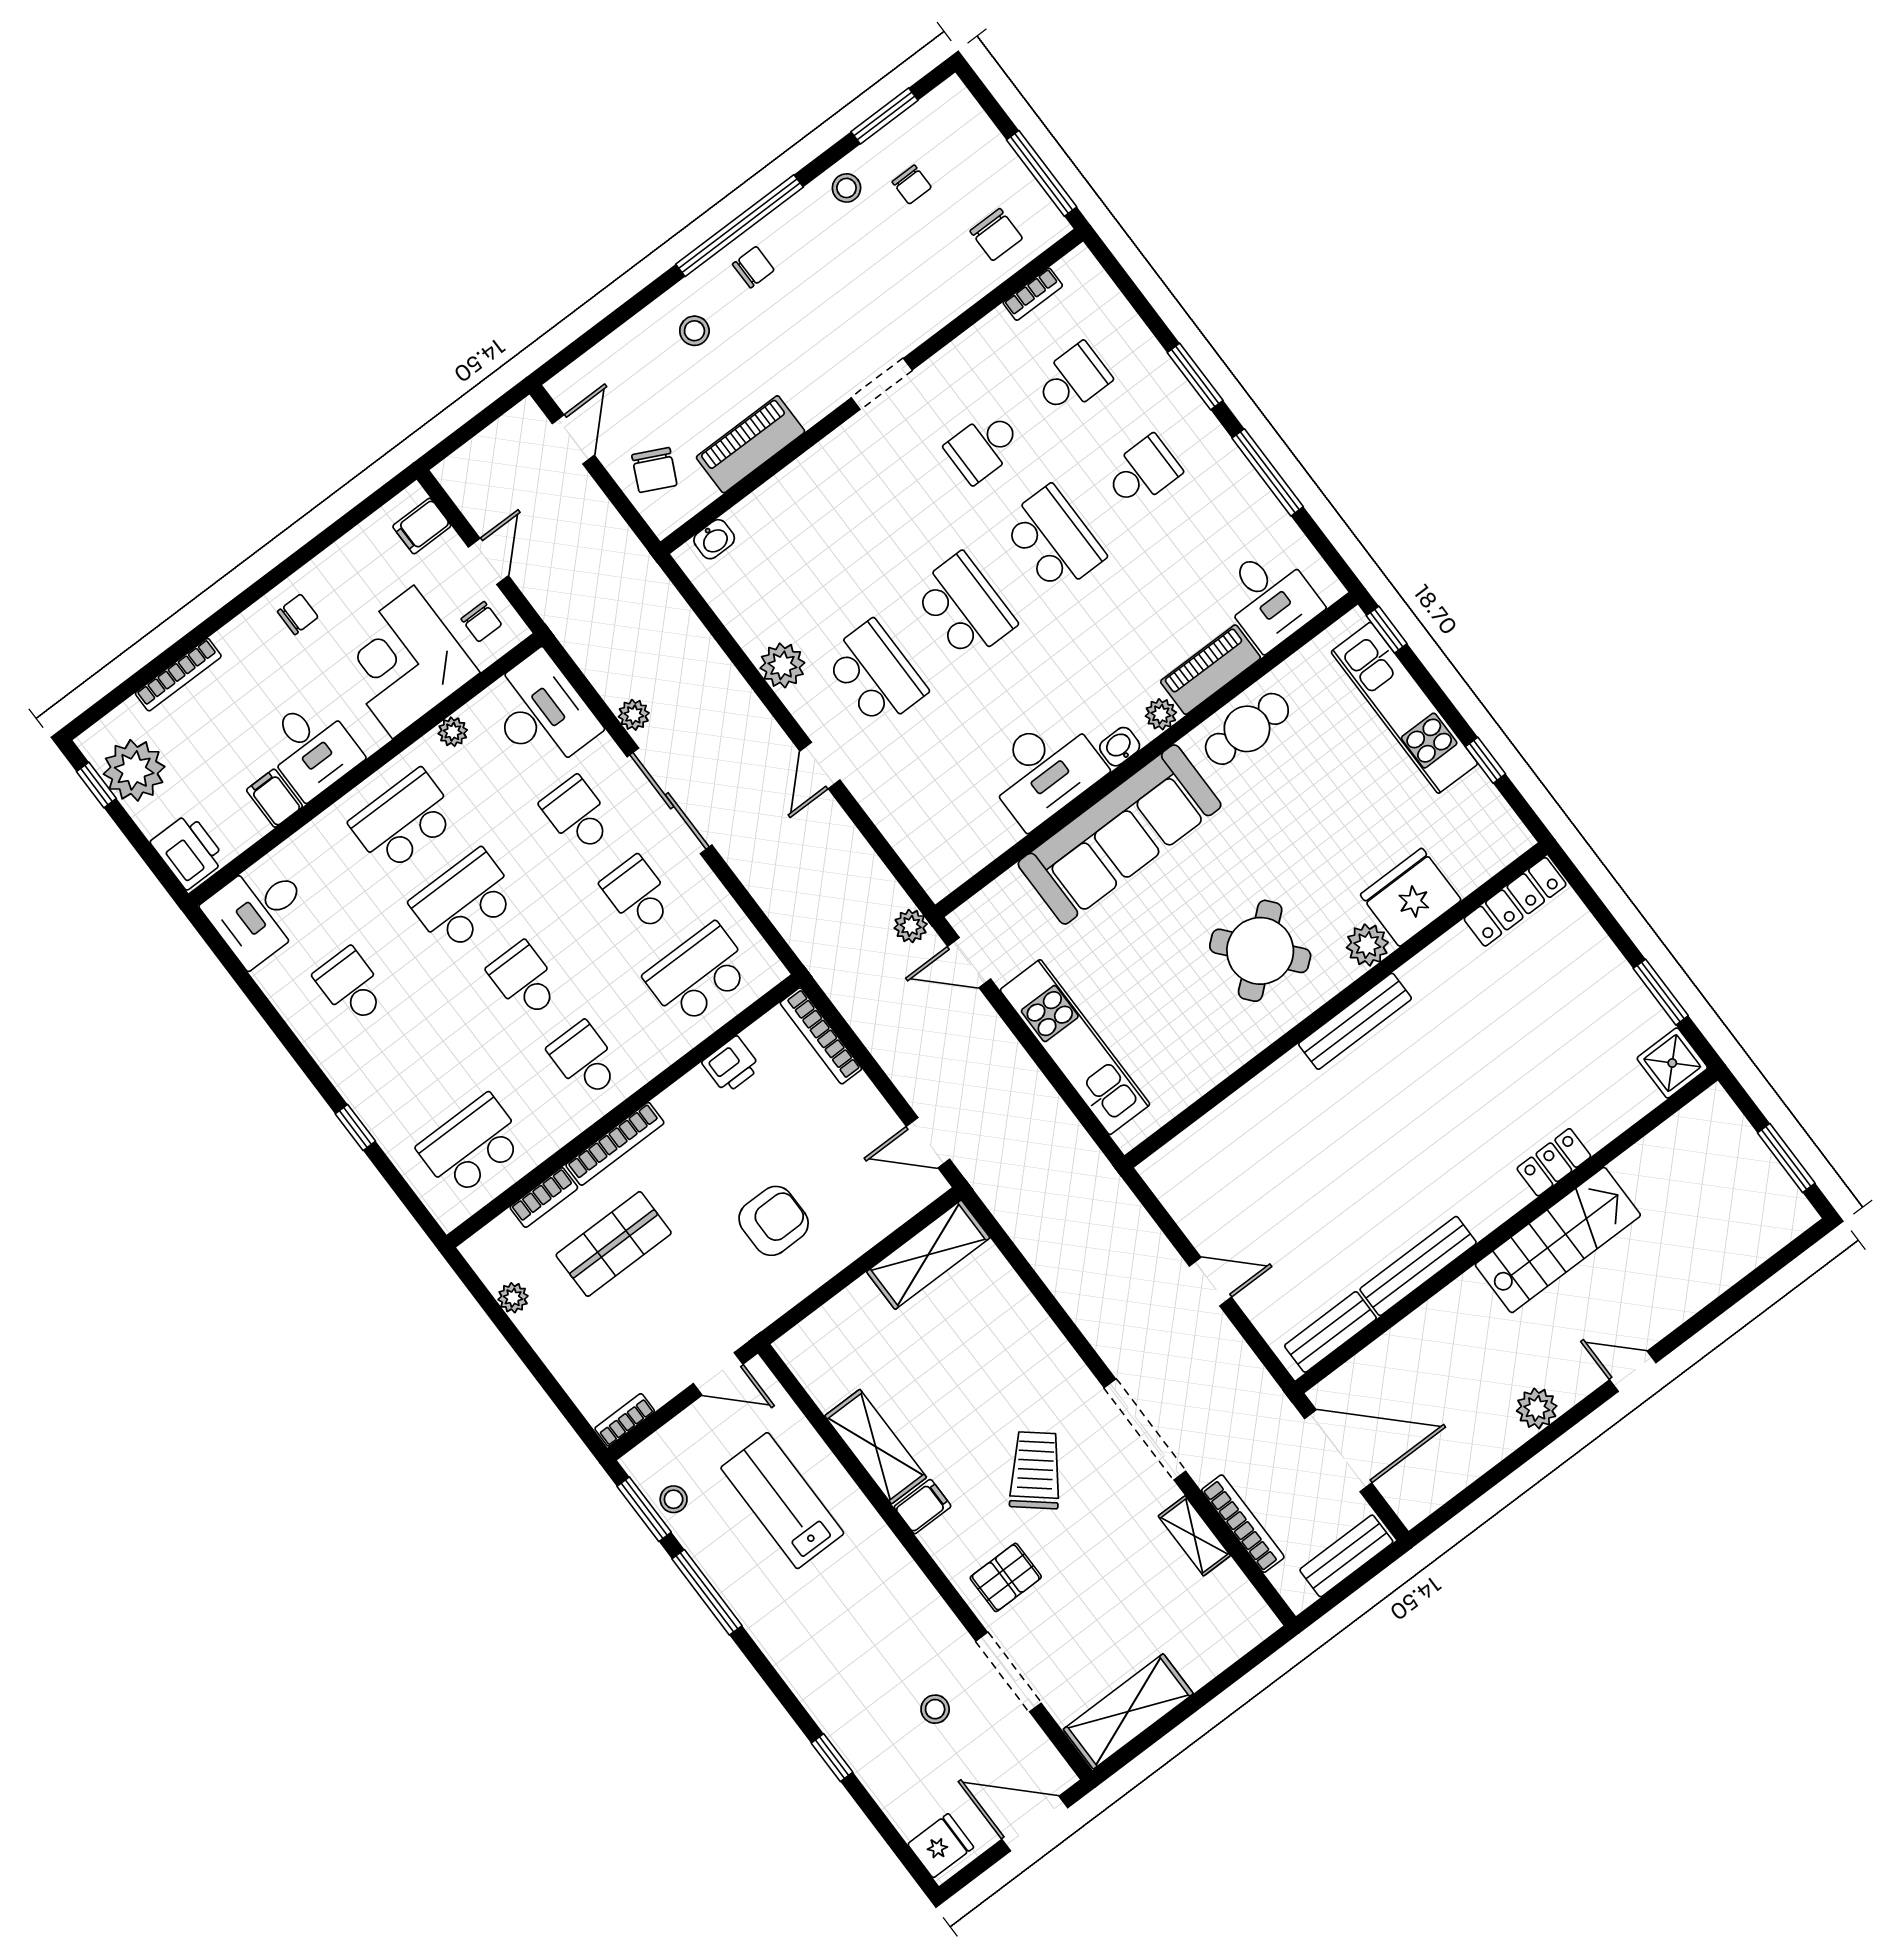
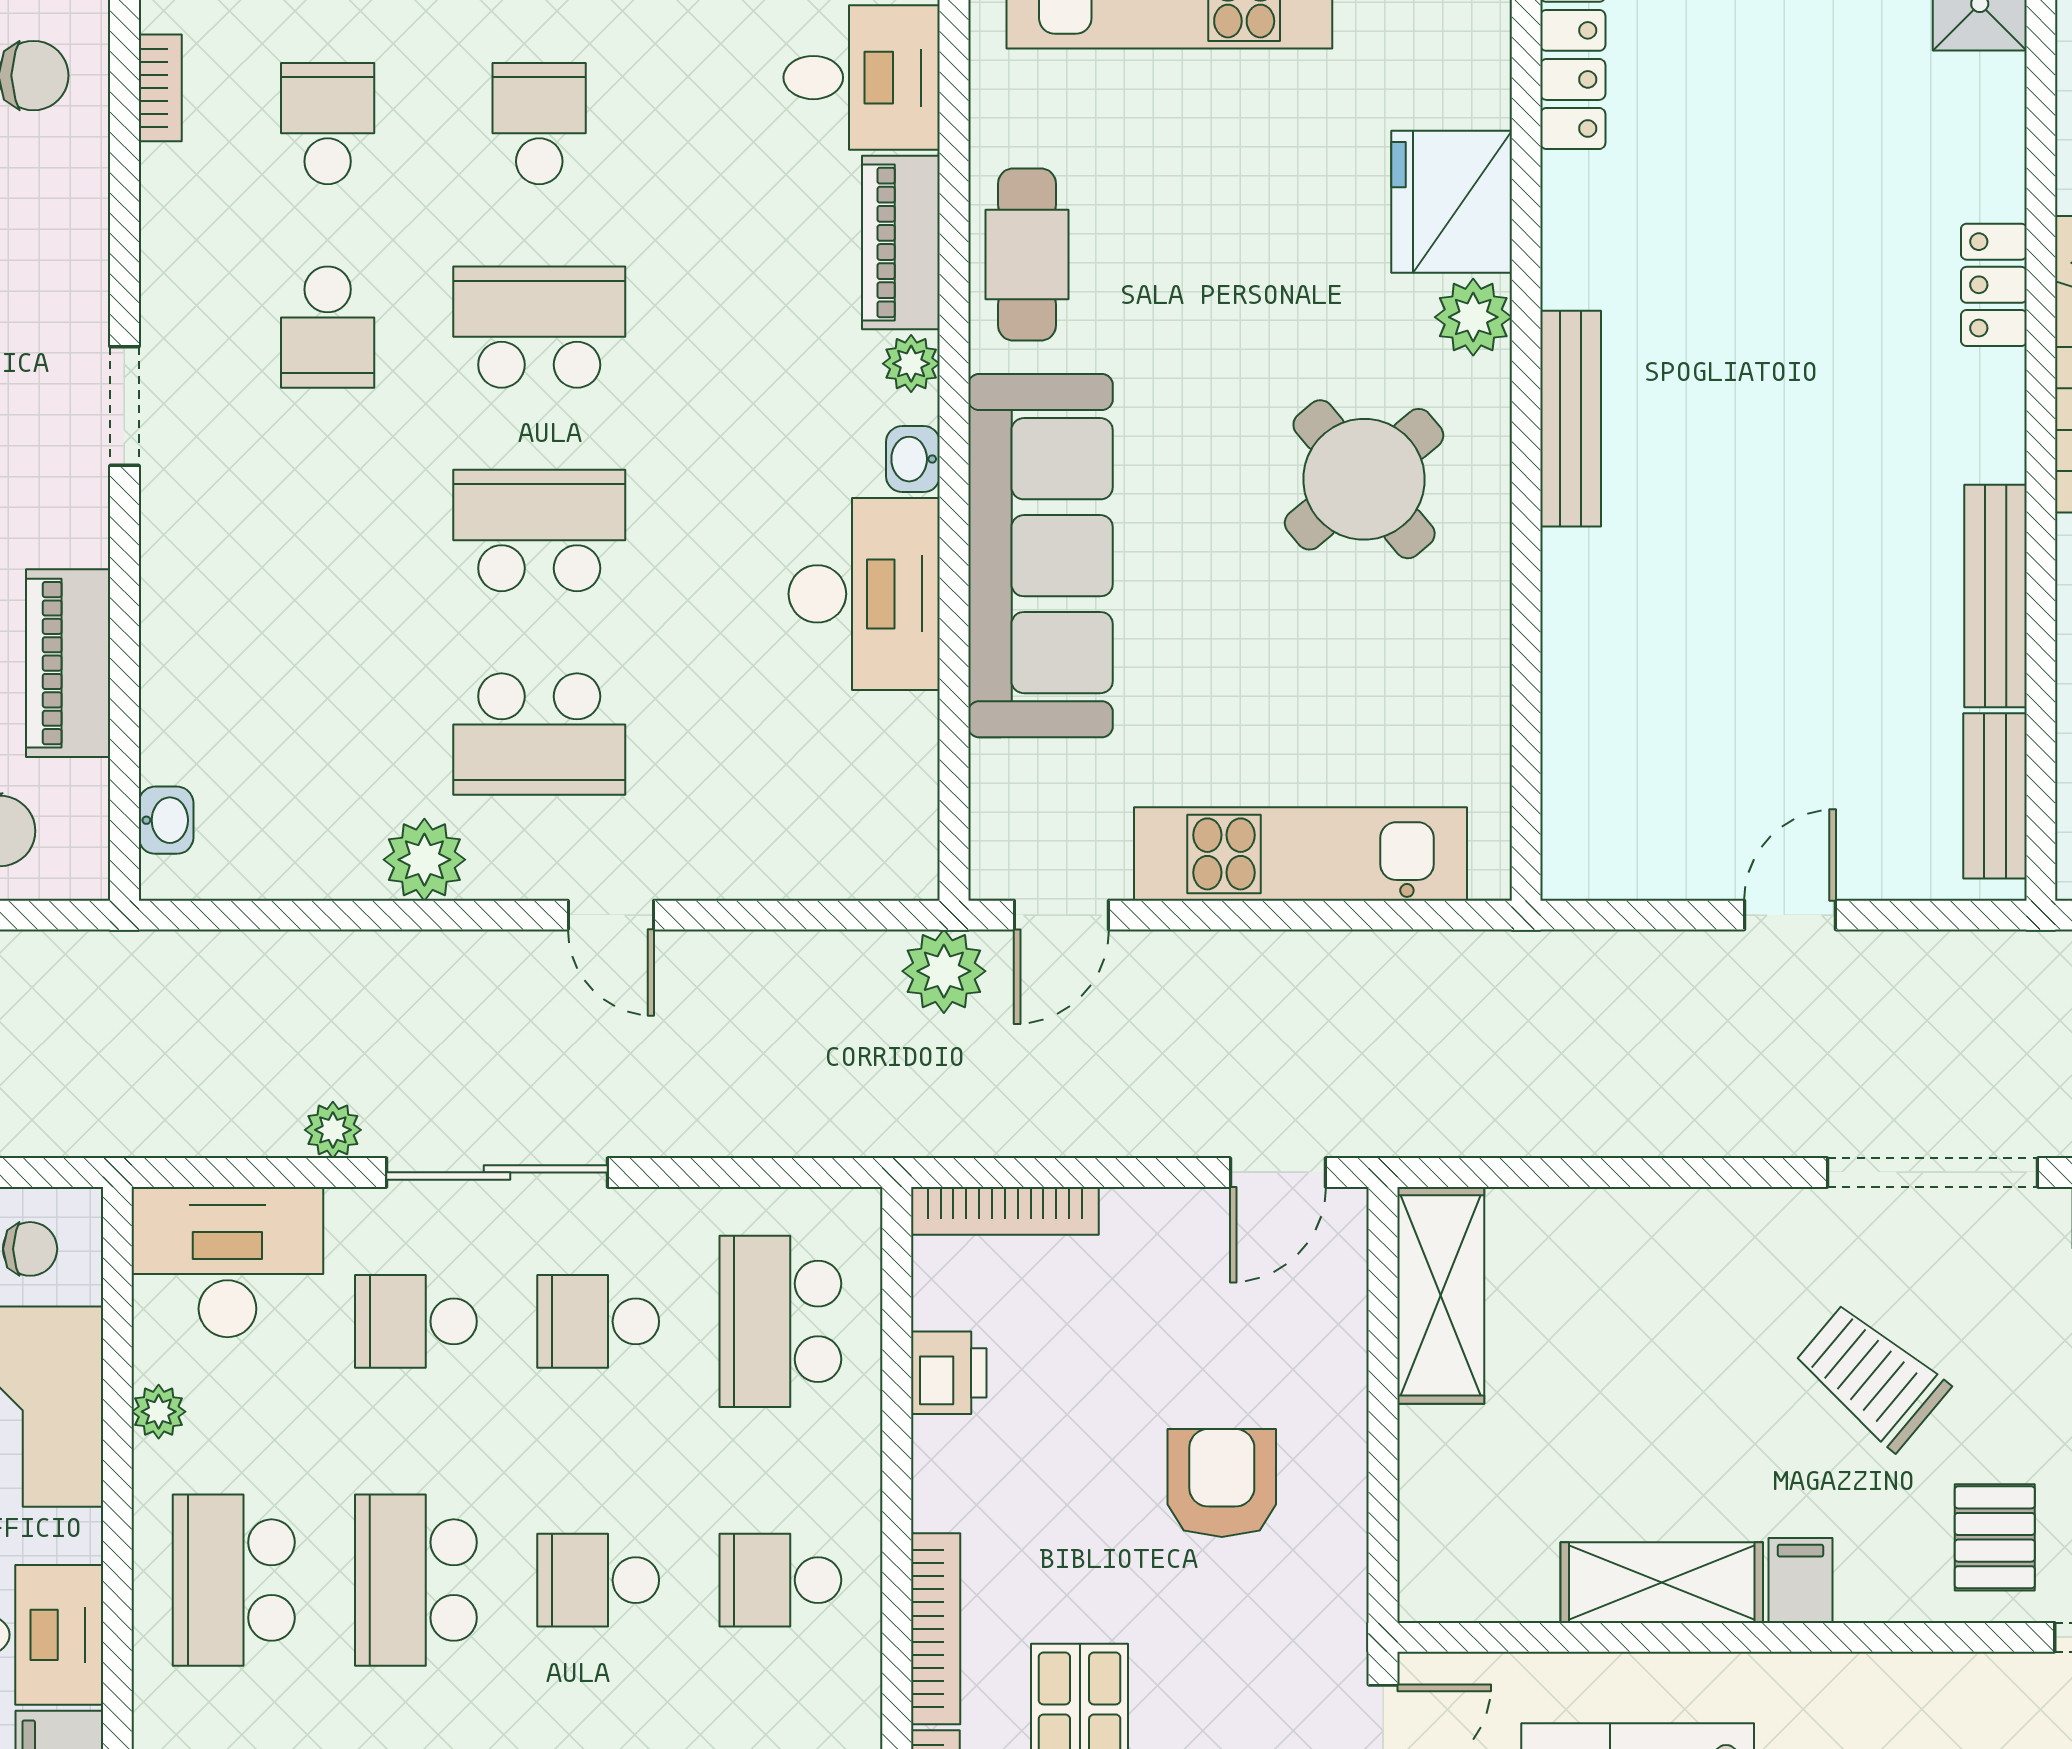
school desk: (875, 674) -> (539, 734), turned 180
plant: (911, 926) -> (944, 971), width x1.38, depth x1.38

